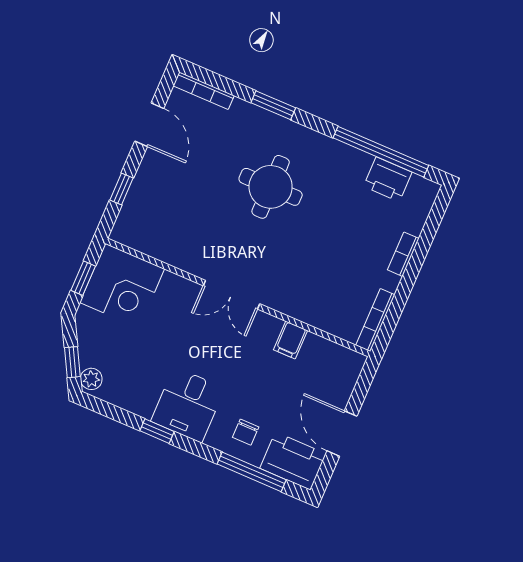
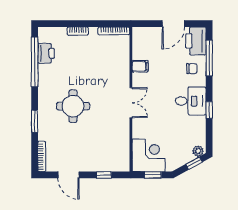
door: (149, 125) -> (68, 175), swing flipped

